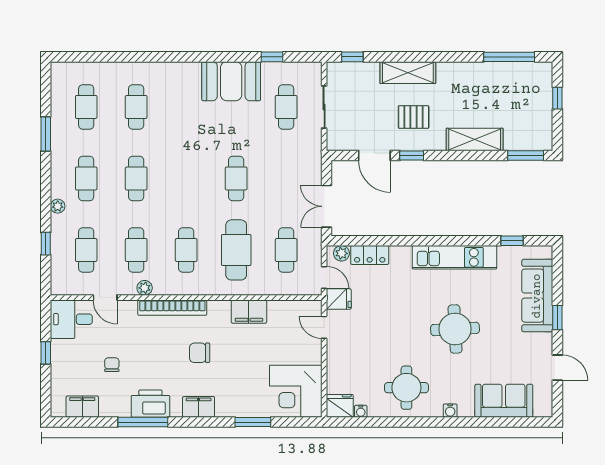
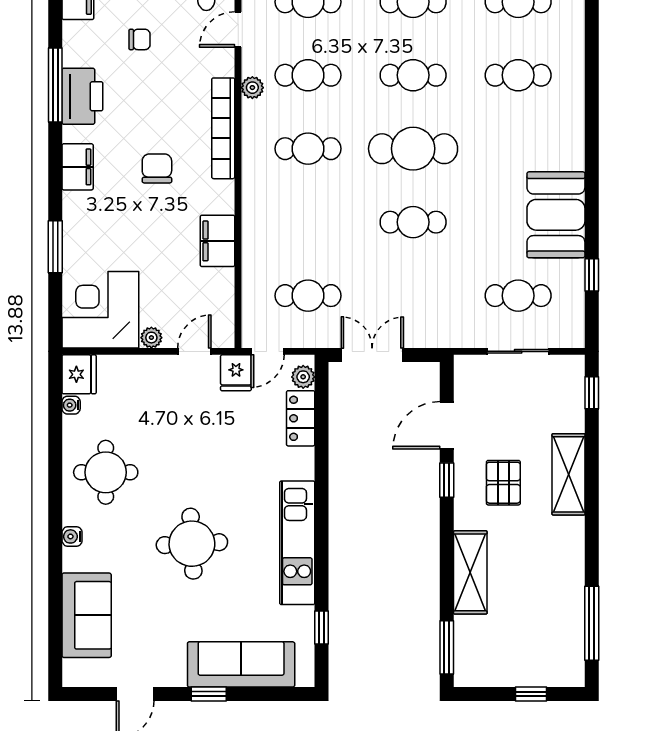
cafe table: (236, 250) -> (413, 149), moved
plant: (315, 357) -> (151, 338), added

